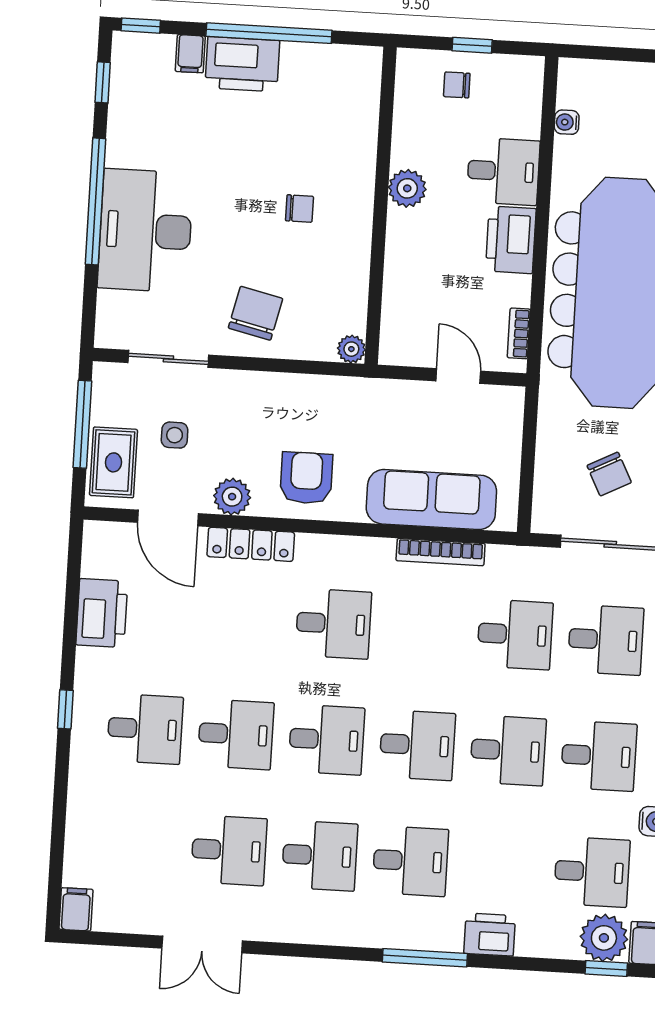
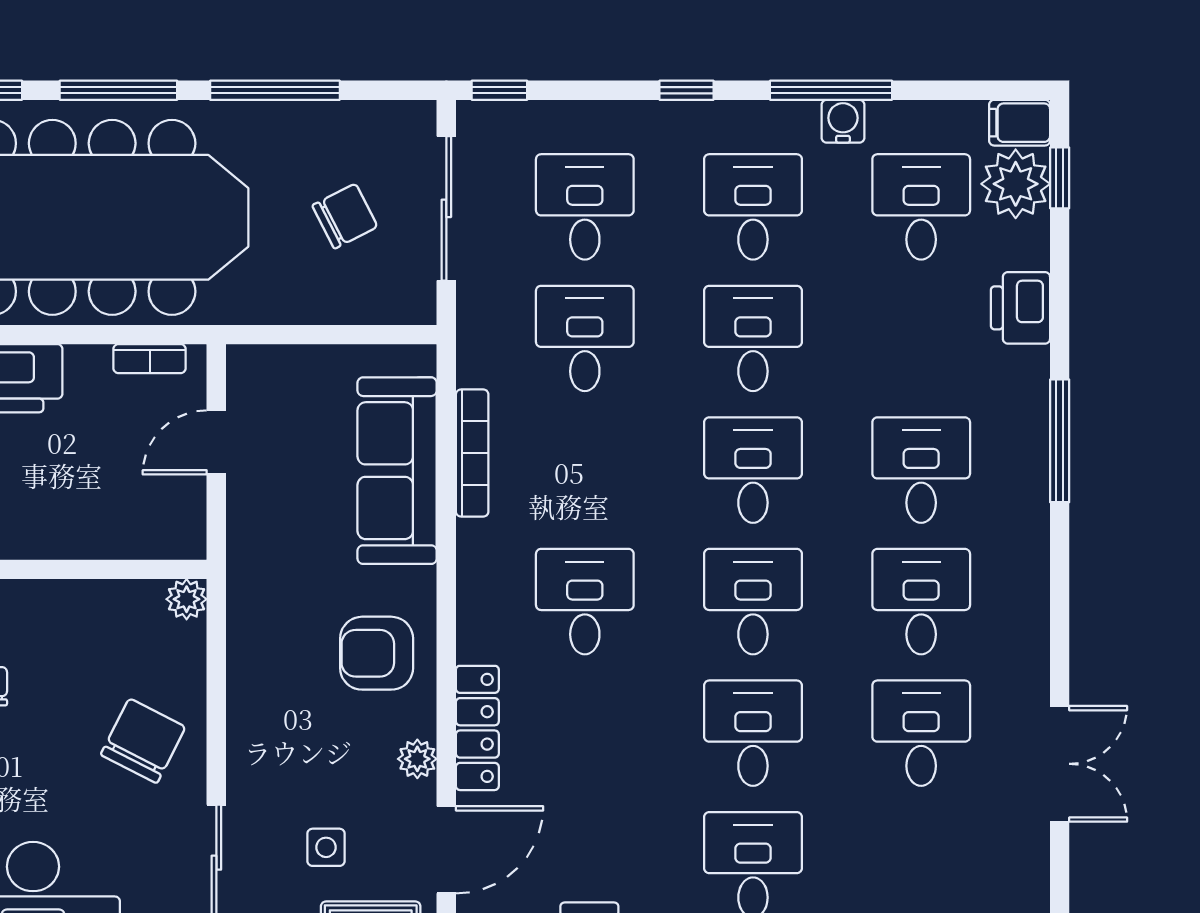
chair: (255, 313) -> (143, 741), turned 104
plant: (232, 497) -> (417, 759), width x0.73, depth x0.73
printer: (490, 934) -> (1020, 308), moved

